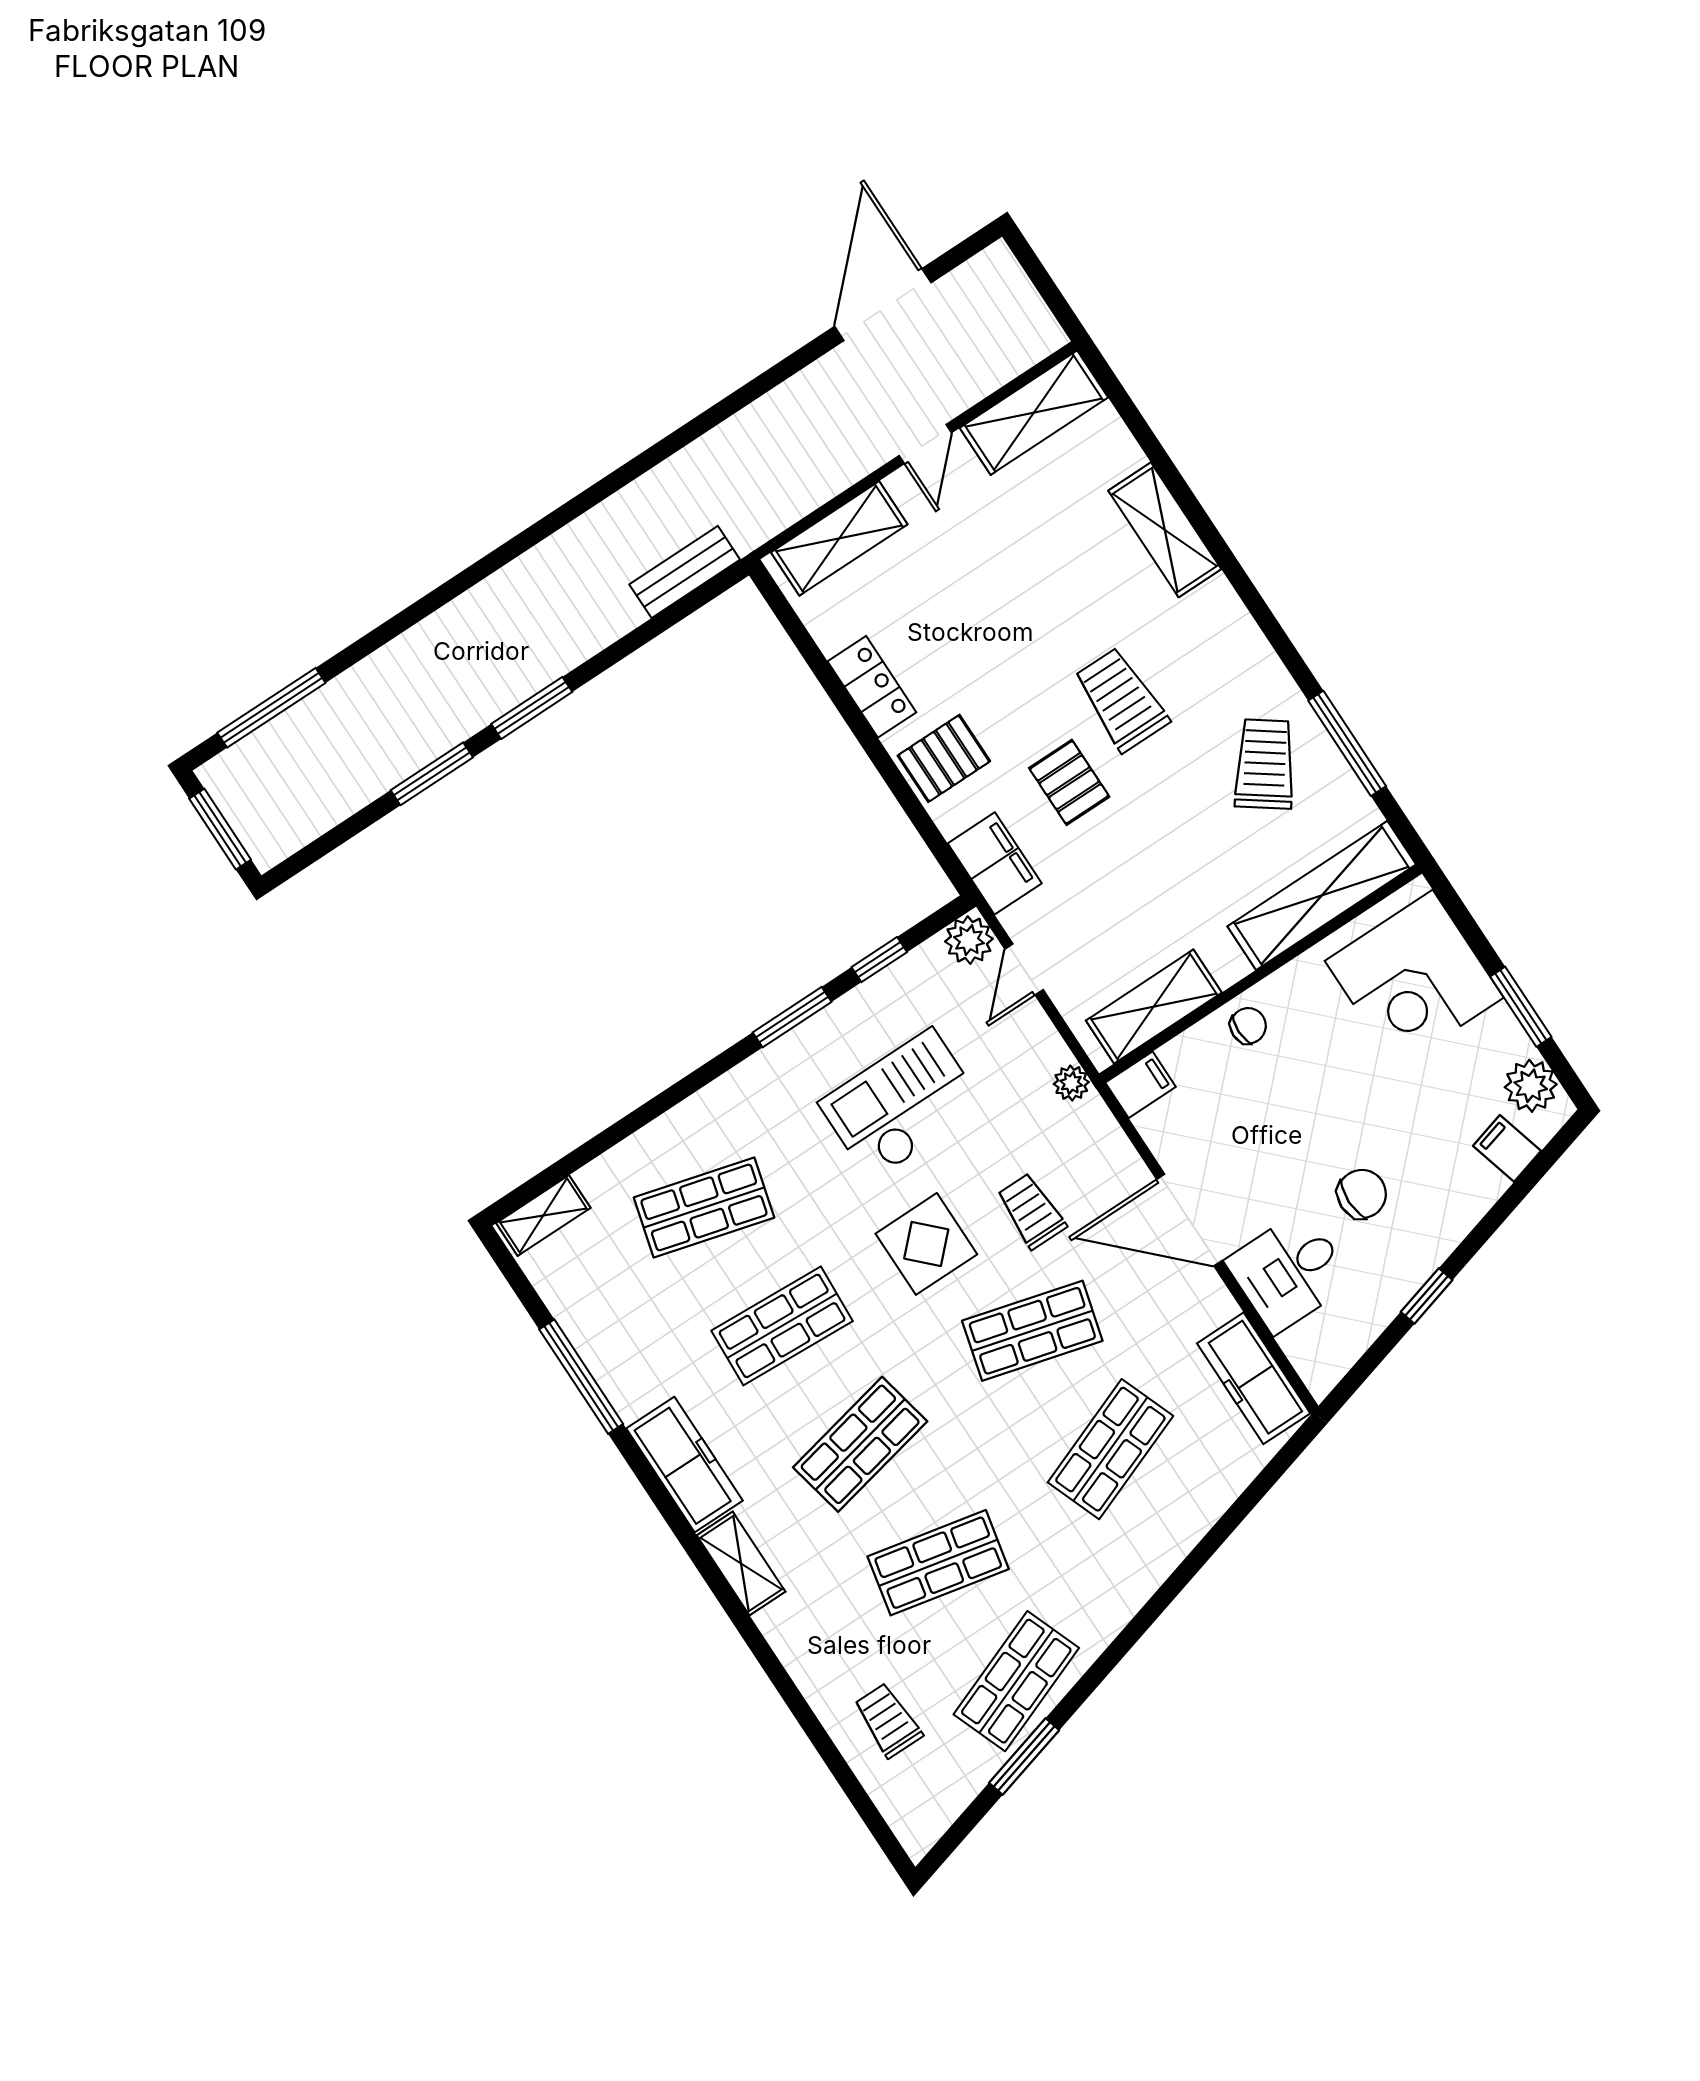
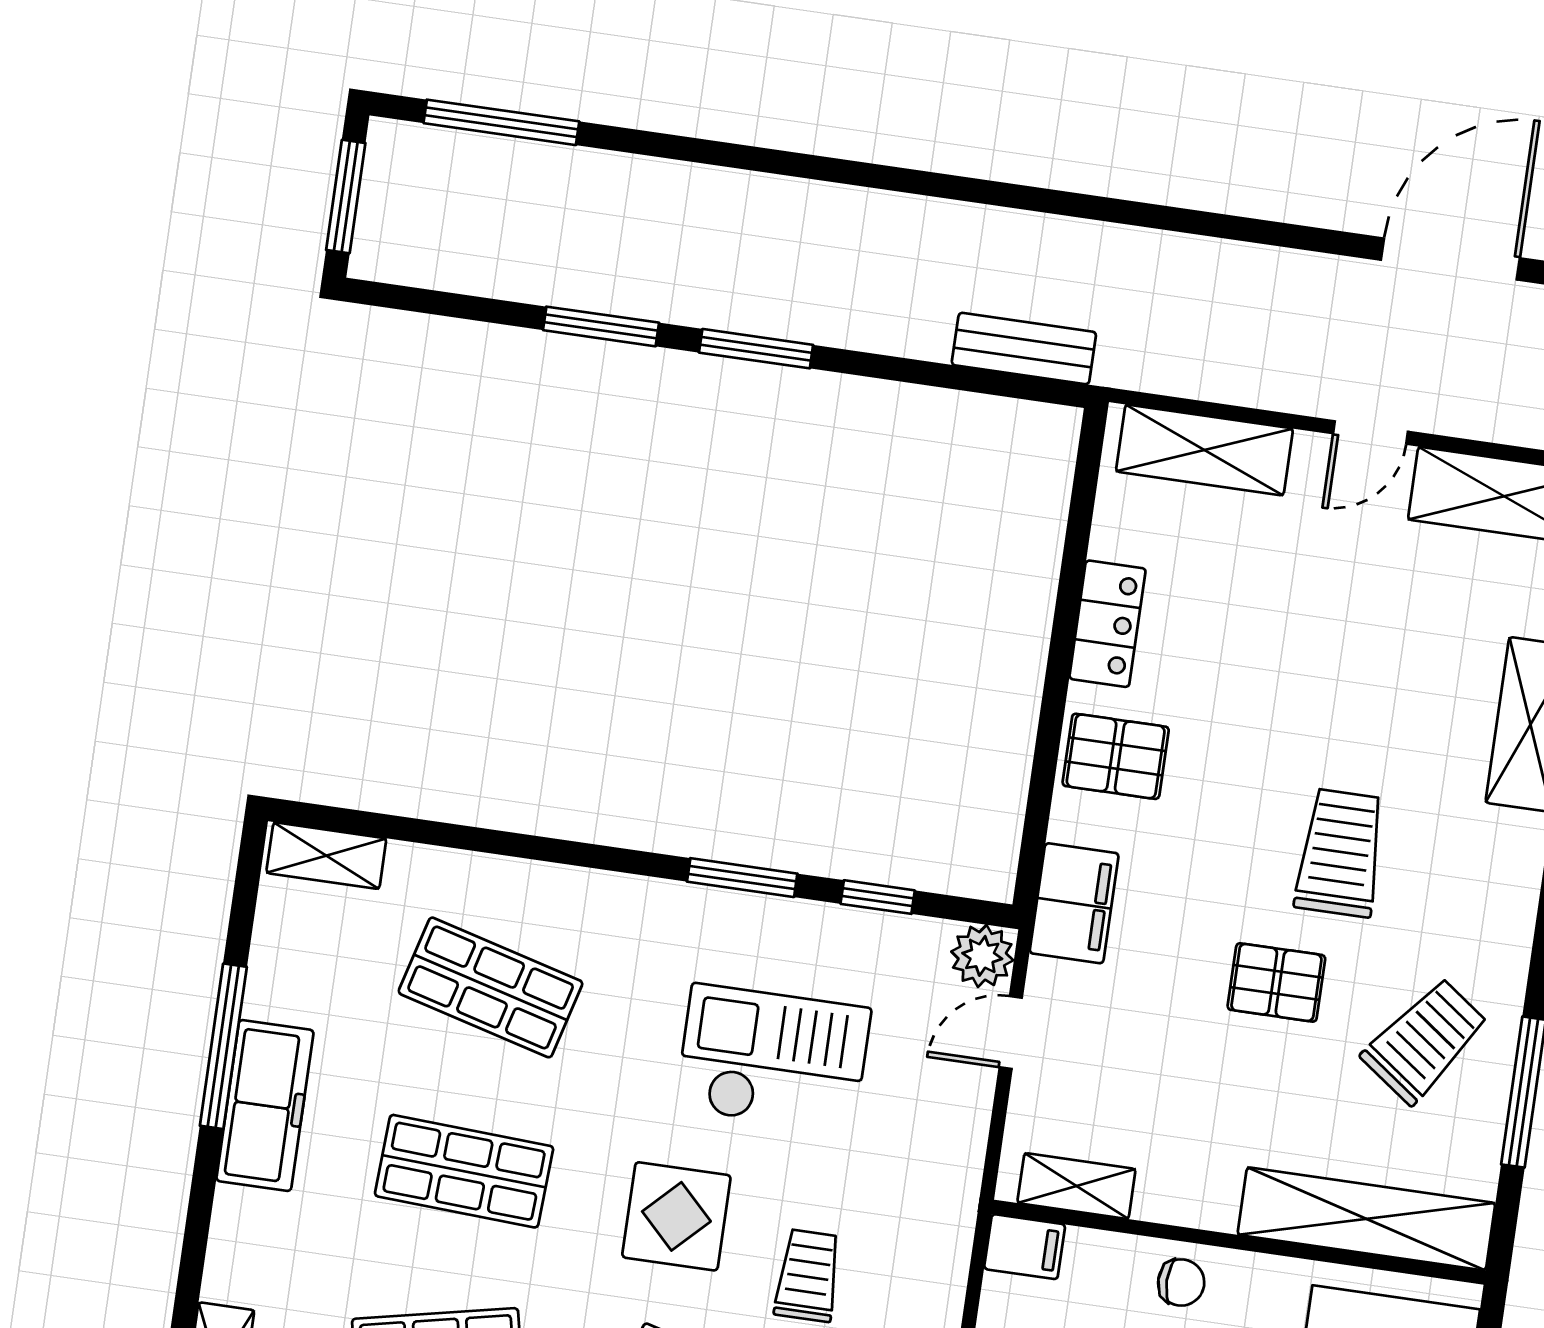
pallet: (1069, 782) -> (1276, 982), moved, turned 90
shelving: (1154, 1007) -> (1076, 1186), width x0.67, depth x0.75
plant: (1071, 1083) -> (958, 1185), removed
freezer: (685, 1465) -> (265, 1106), moved

